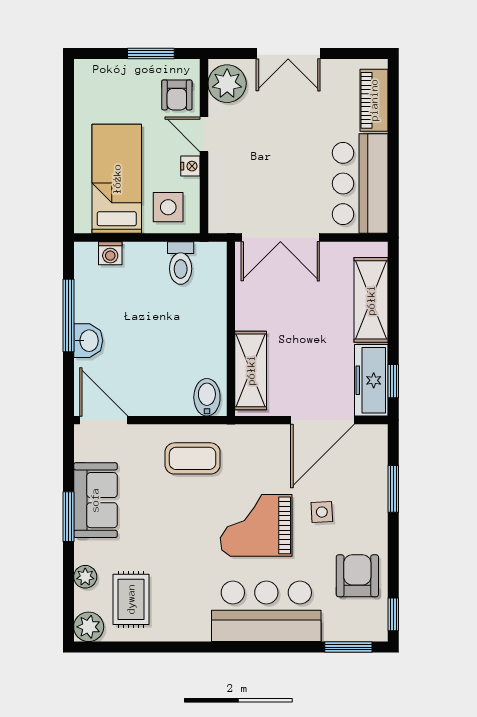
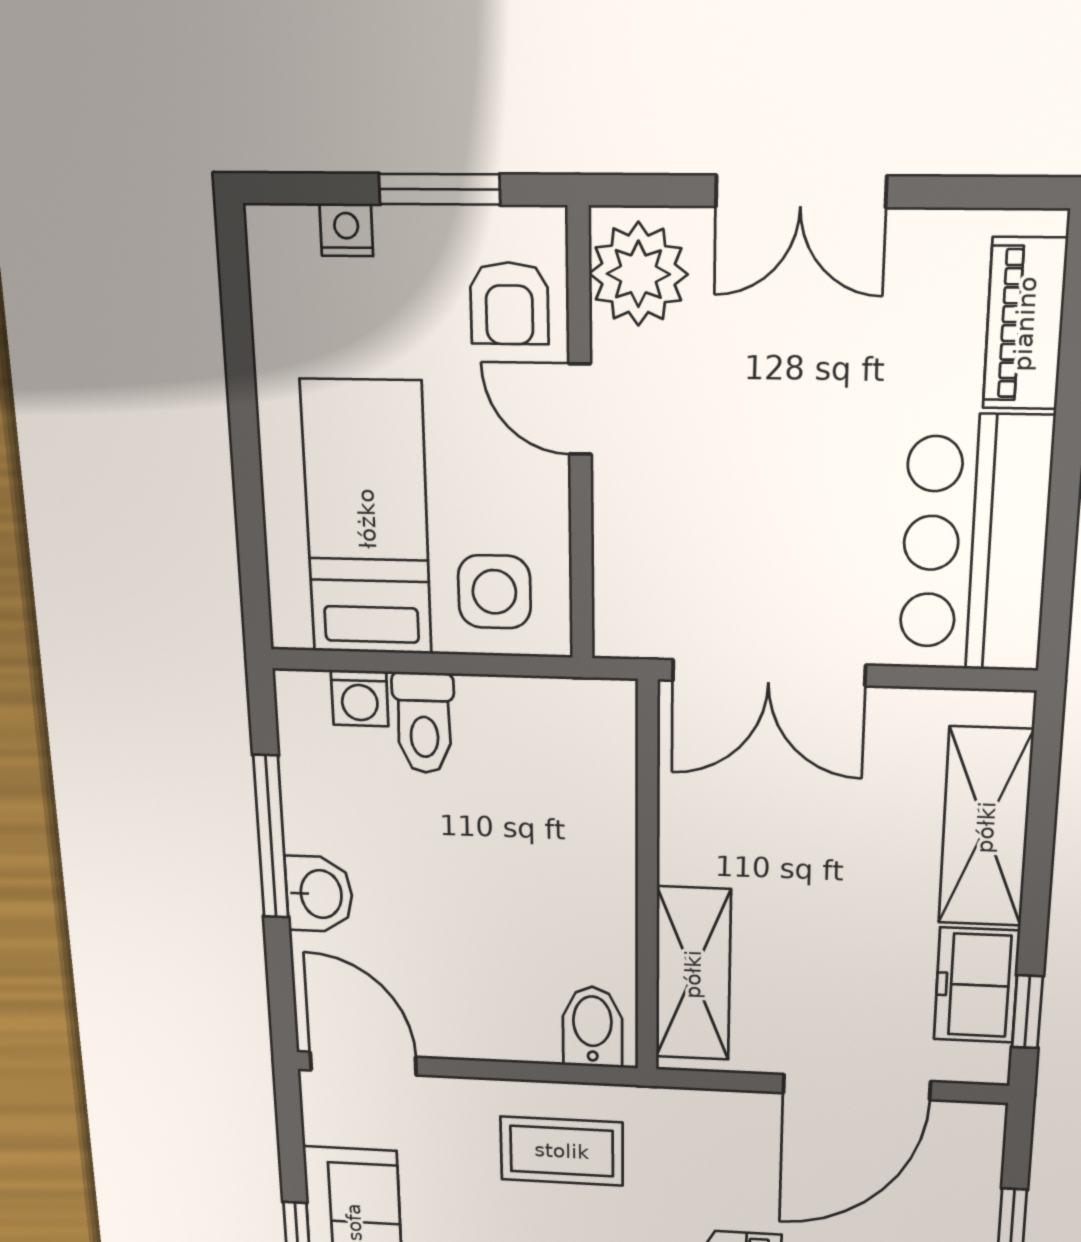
nightstand: (190, 166) -> (346, 230), moved, turned -90
toilet: (181, 263) -> (424, 723), moved
freezer: (371, 380) -> (977, 985), width x0.71

